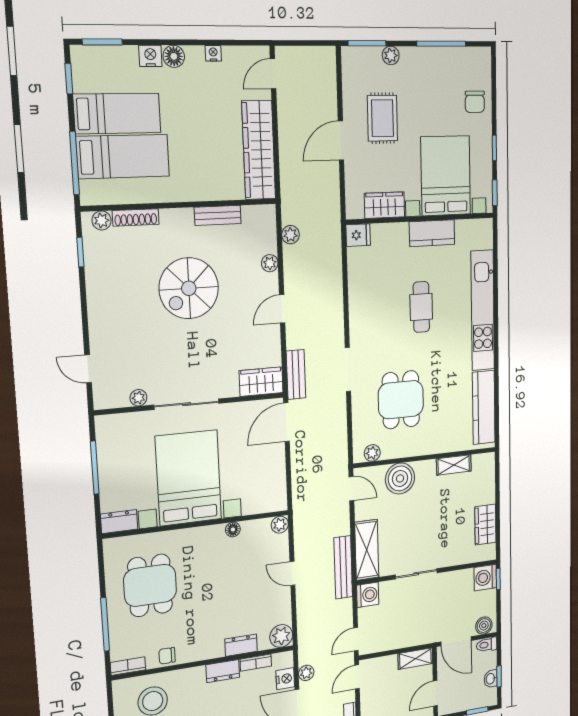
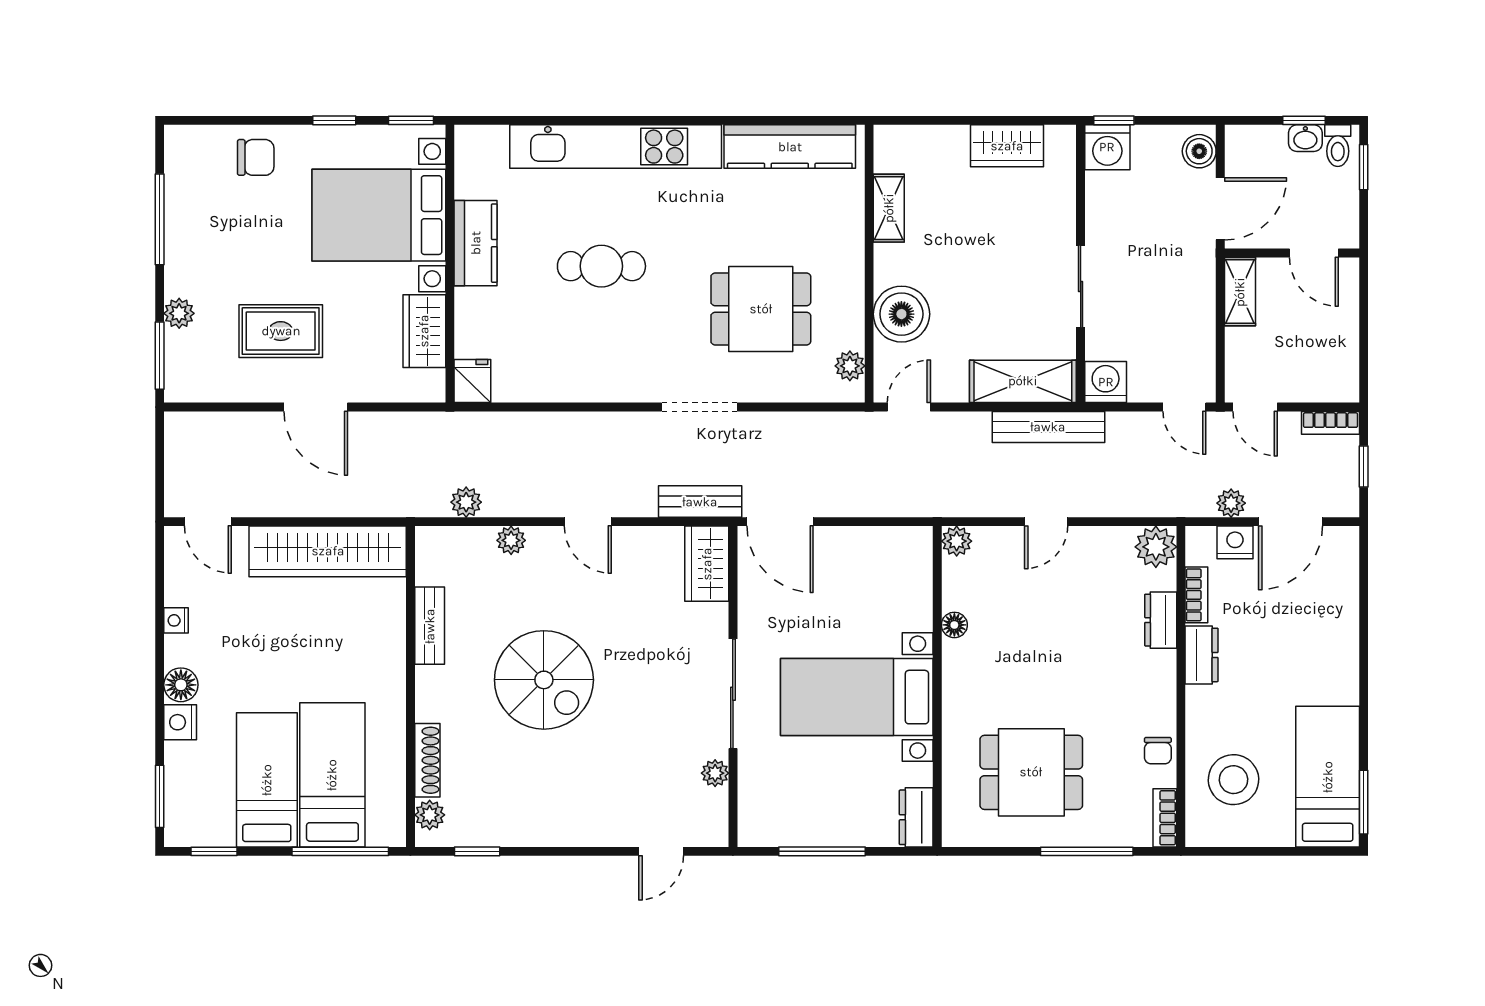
bed with nightstands: (189, 478) -> (857, 697), width x0.73
toilet: (487, 645) -> (1338, 146), moved

